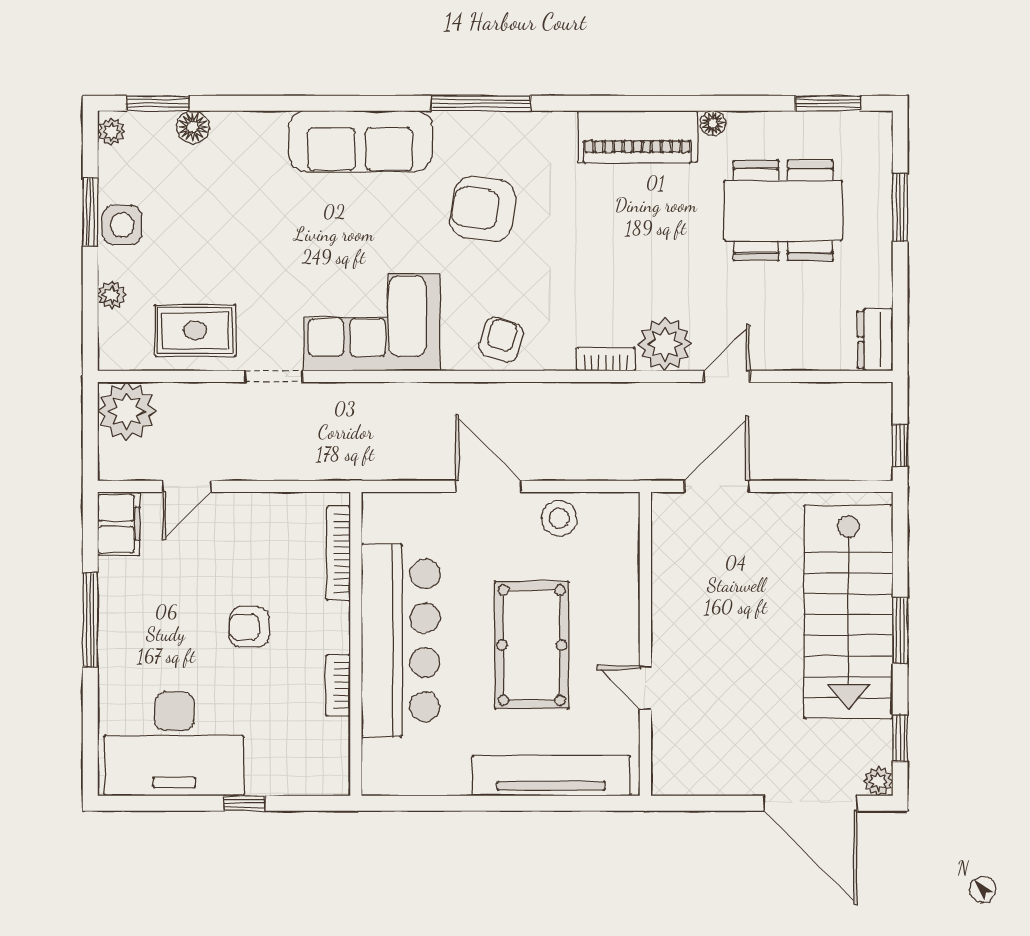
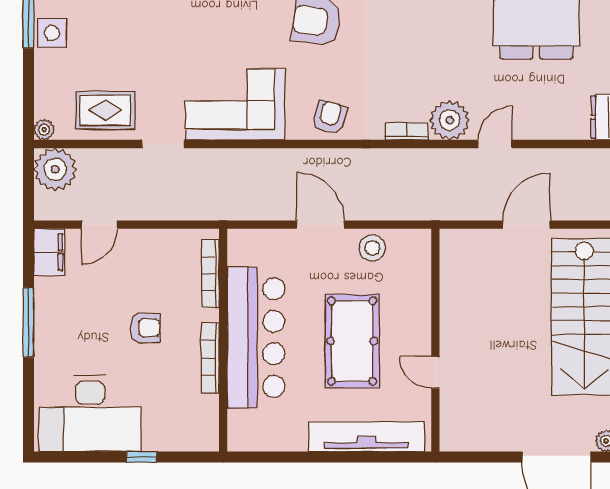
plant: (112, 295) -> (44, 130), moved
door: (717, 486) -> (526, 225), moved
armchair: (249, 627) -> (145, 328), turned 180
bookcase: (338, 685) -> (210, 358), width x1.56

